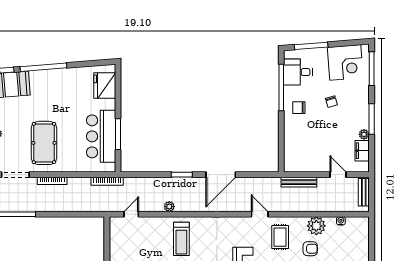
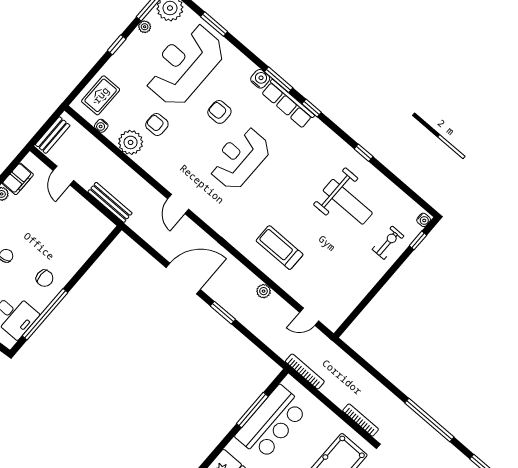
rug: (280, 237) -> (101, 95), moved
treadmill: (181, 239) -> (280, 248), turned -90

